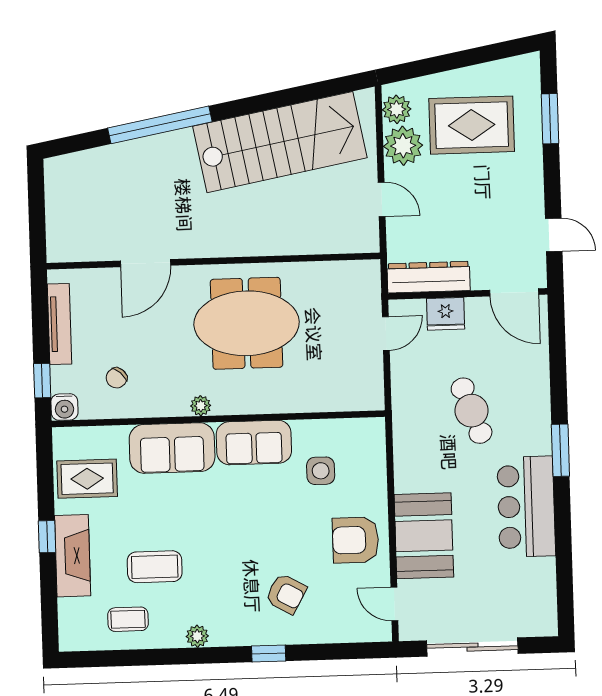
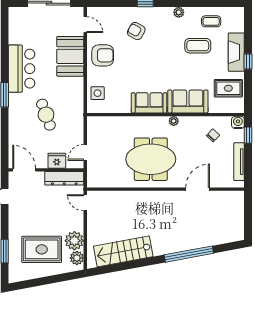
stairs: (280, 142) -> (123, 251), width x0.73, depth x0.66
door: (382, 199) -> (85, 203), moved
side table: (321, 471) -> (98, 93), moved

